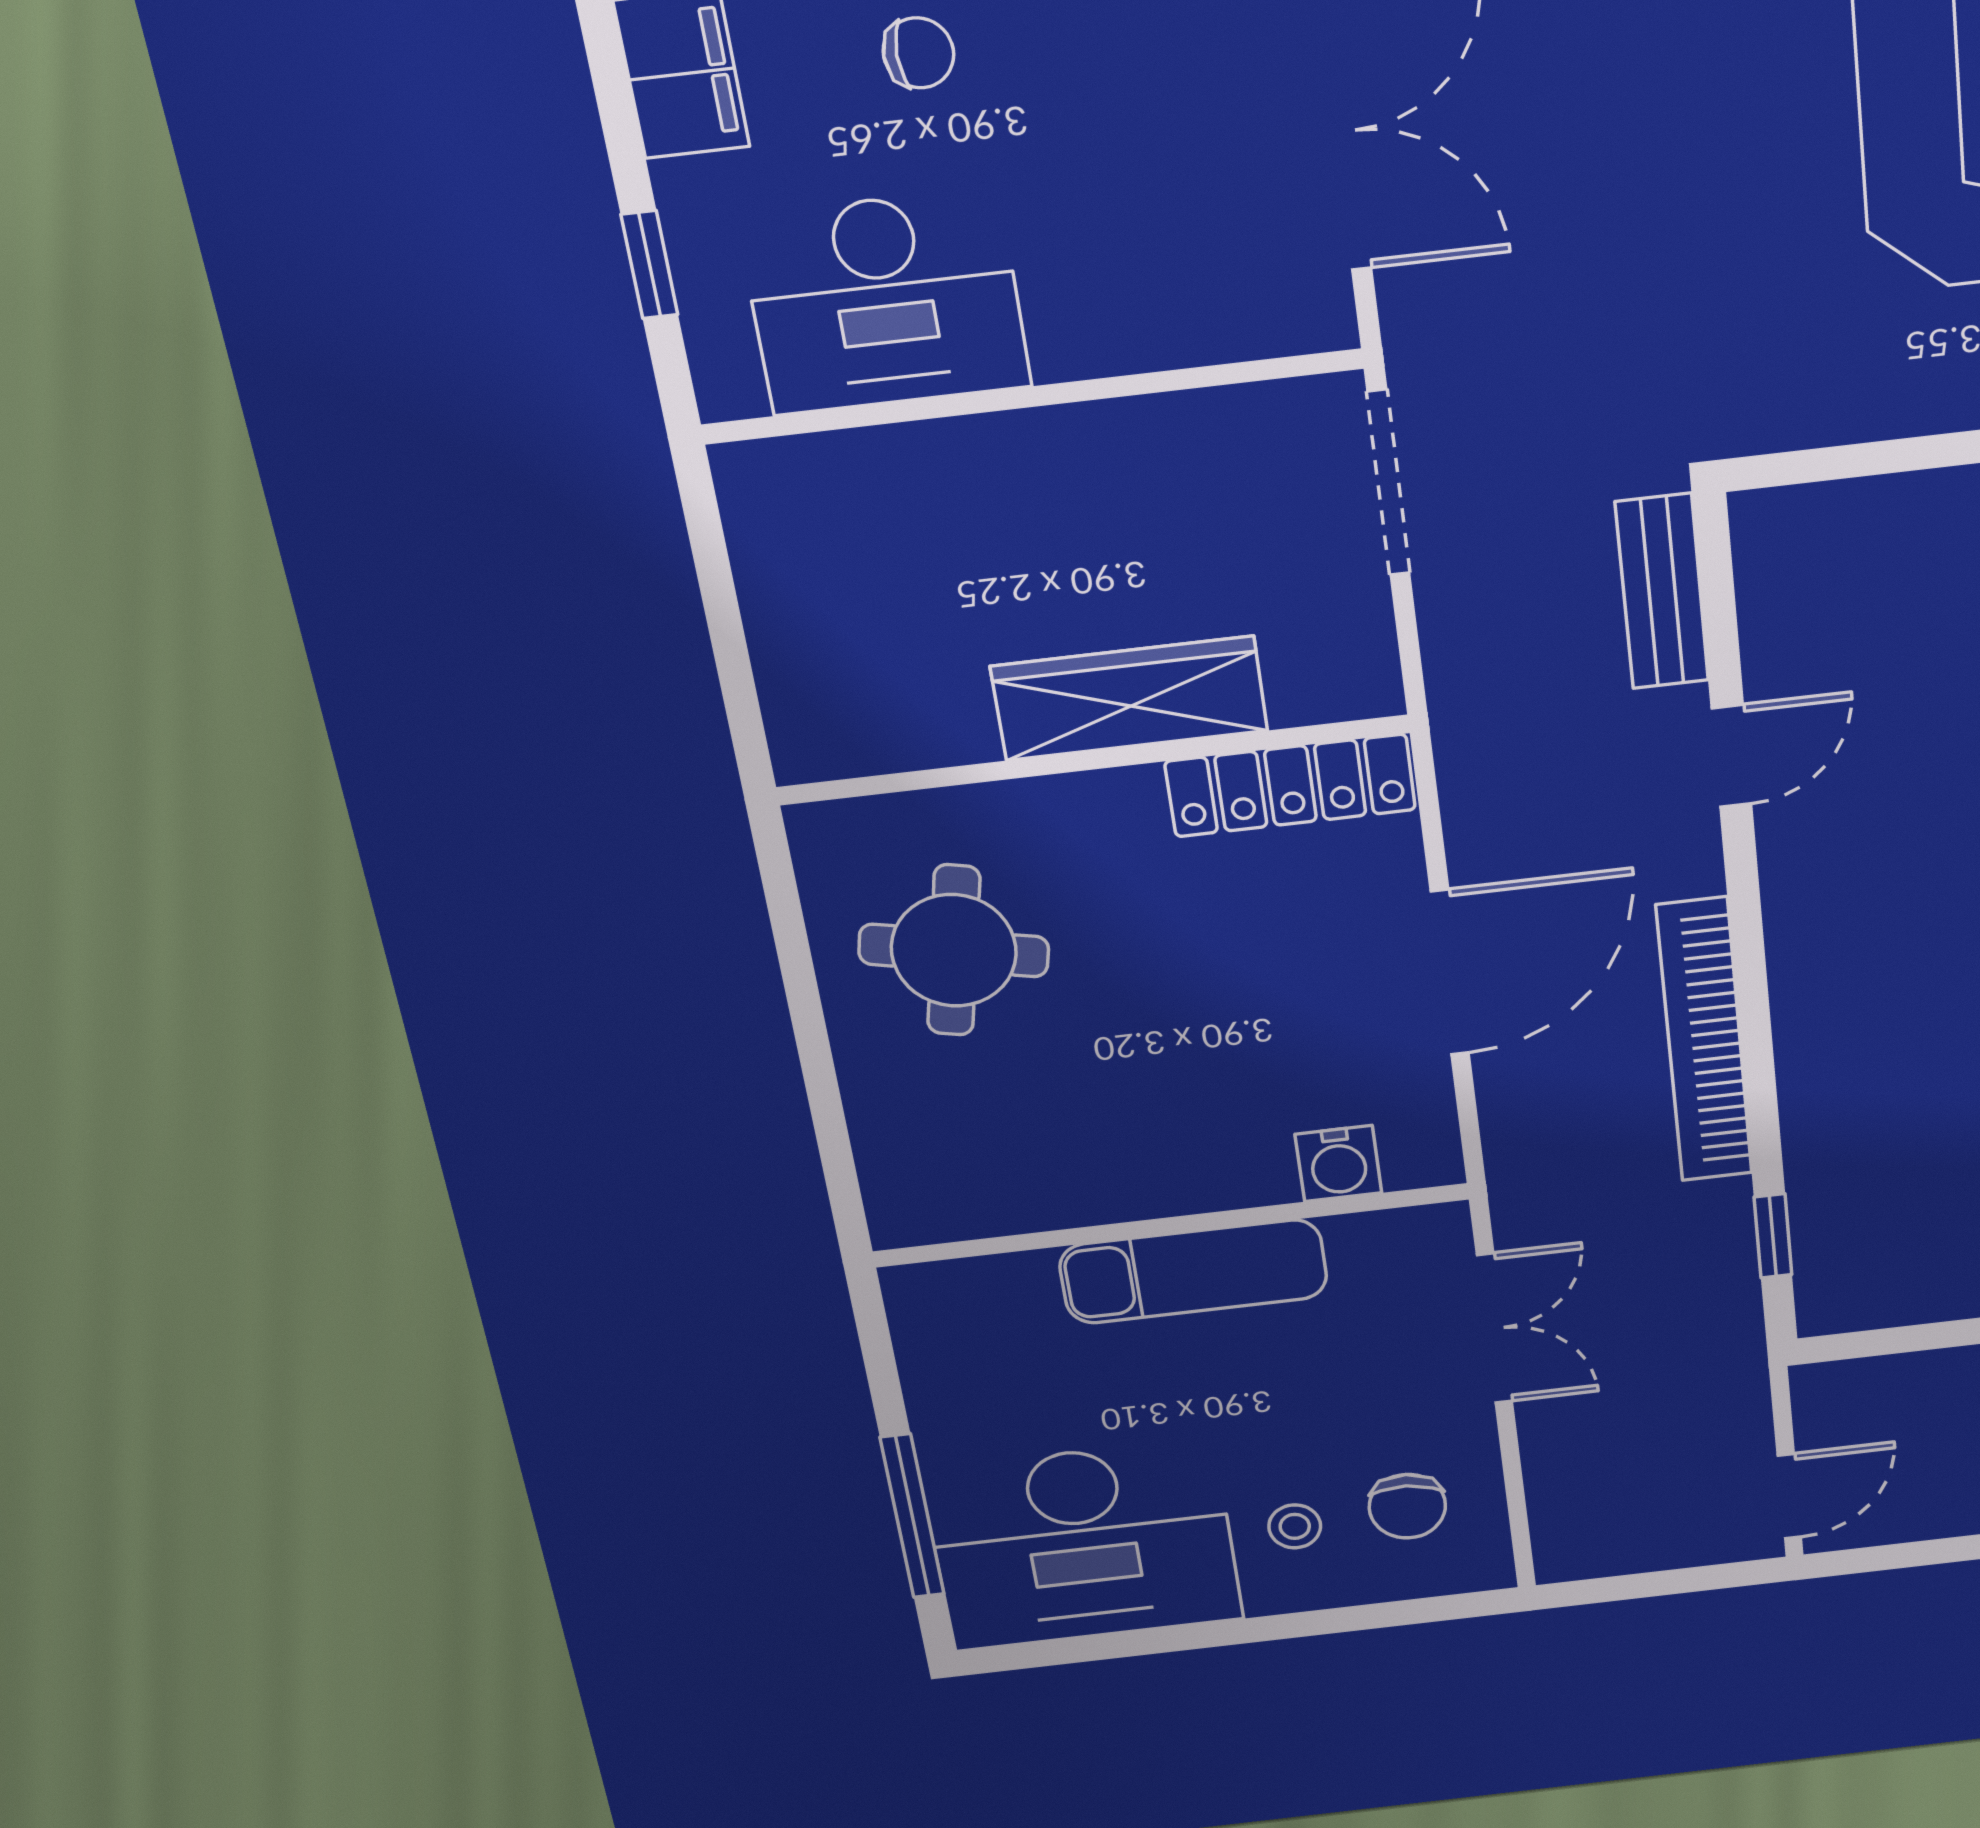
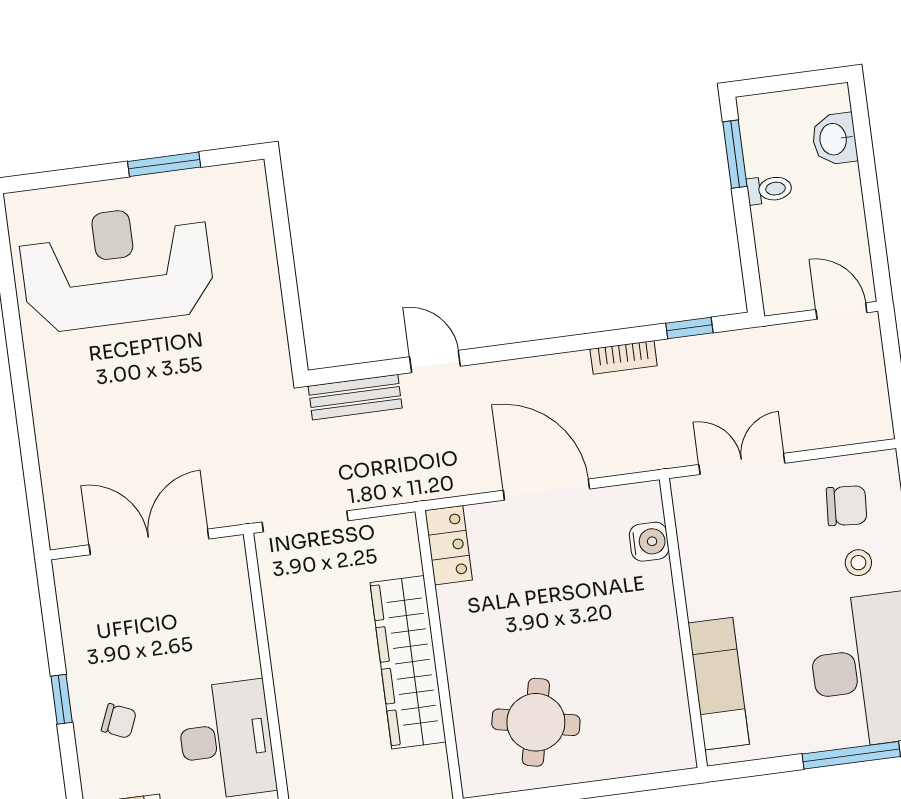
chair: (918, 53) -> (119, 721), turned 113
wardrobe: (1129, 699) -> (408, 662), width x1.40, depth x1.17
locker: (1290, 786) -> (449, 545), width x0.66
bookcase: (1705, 1041) -> (624, 357), width x0.43, depth x0.76
exam couch: (1193, 1272) -> (719, 684), moved

